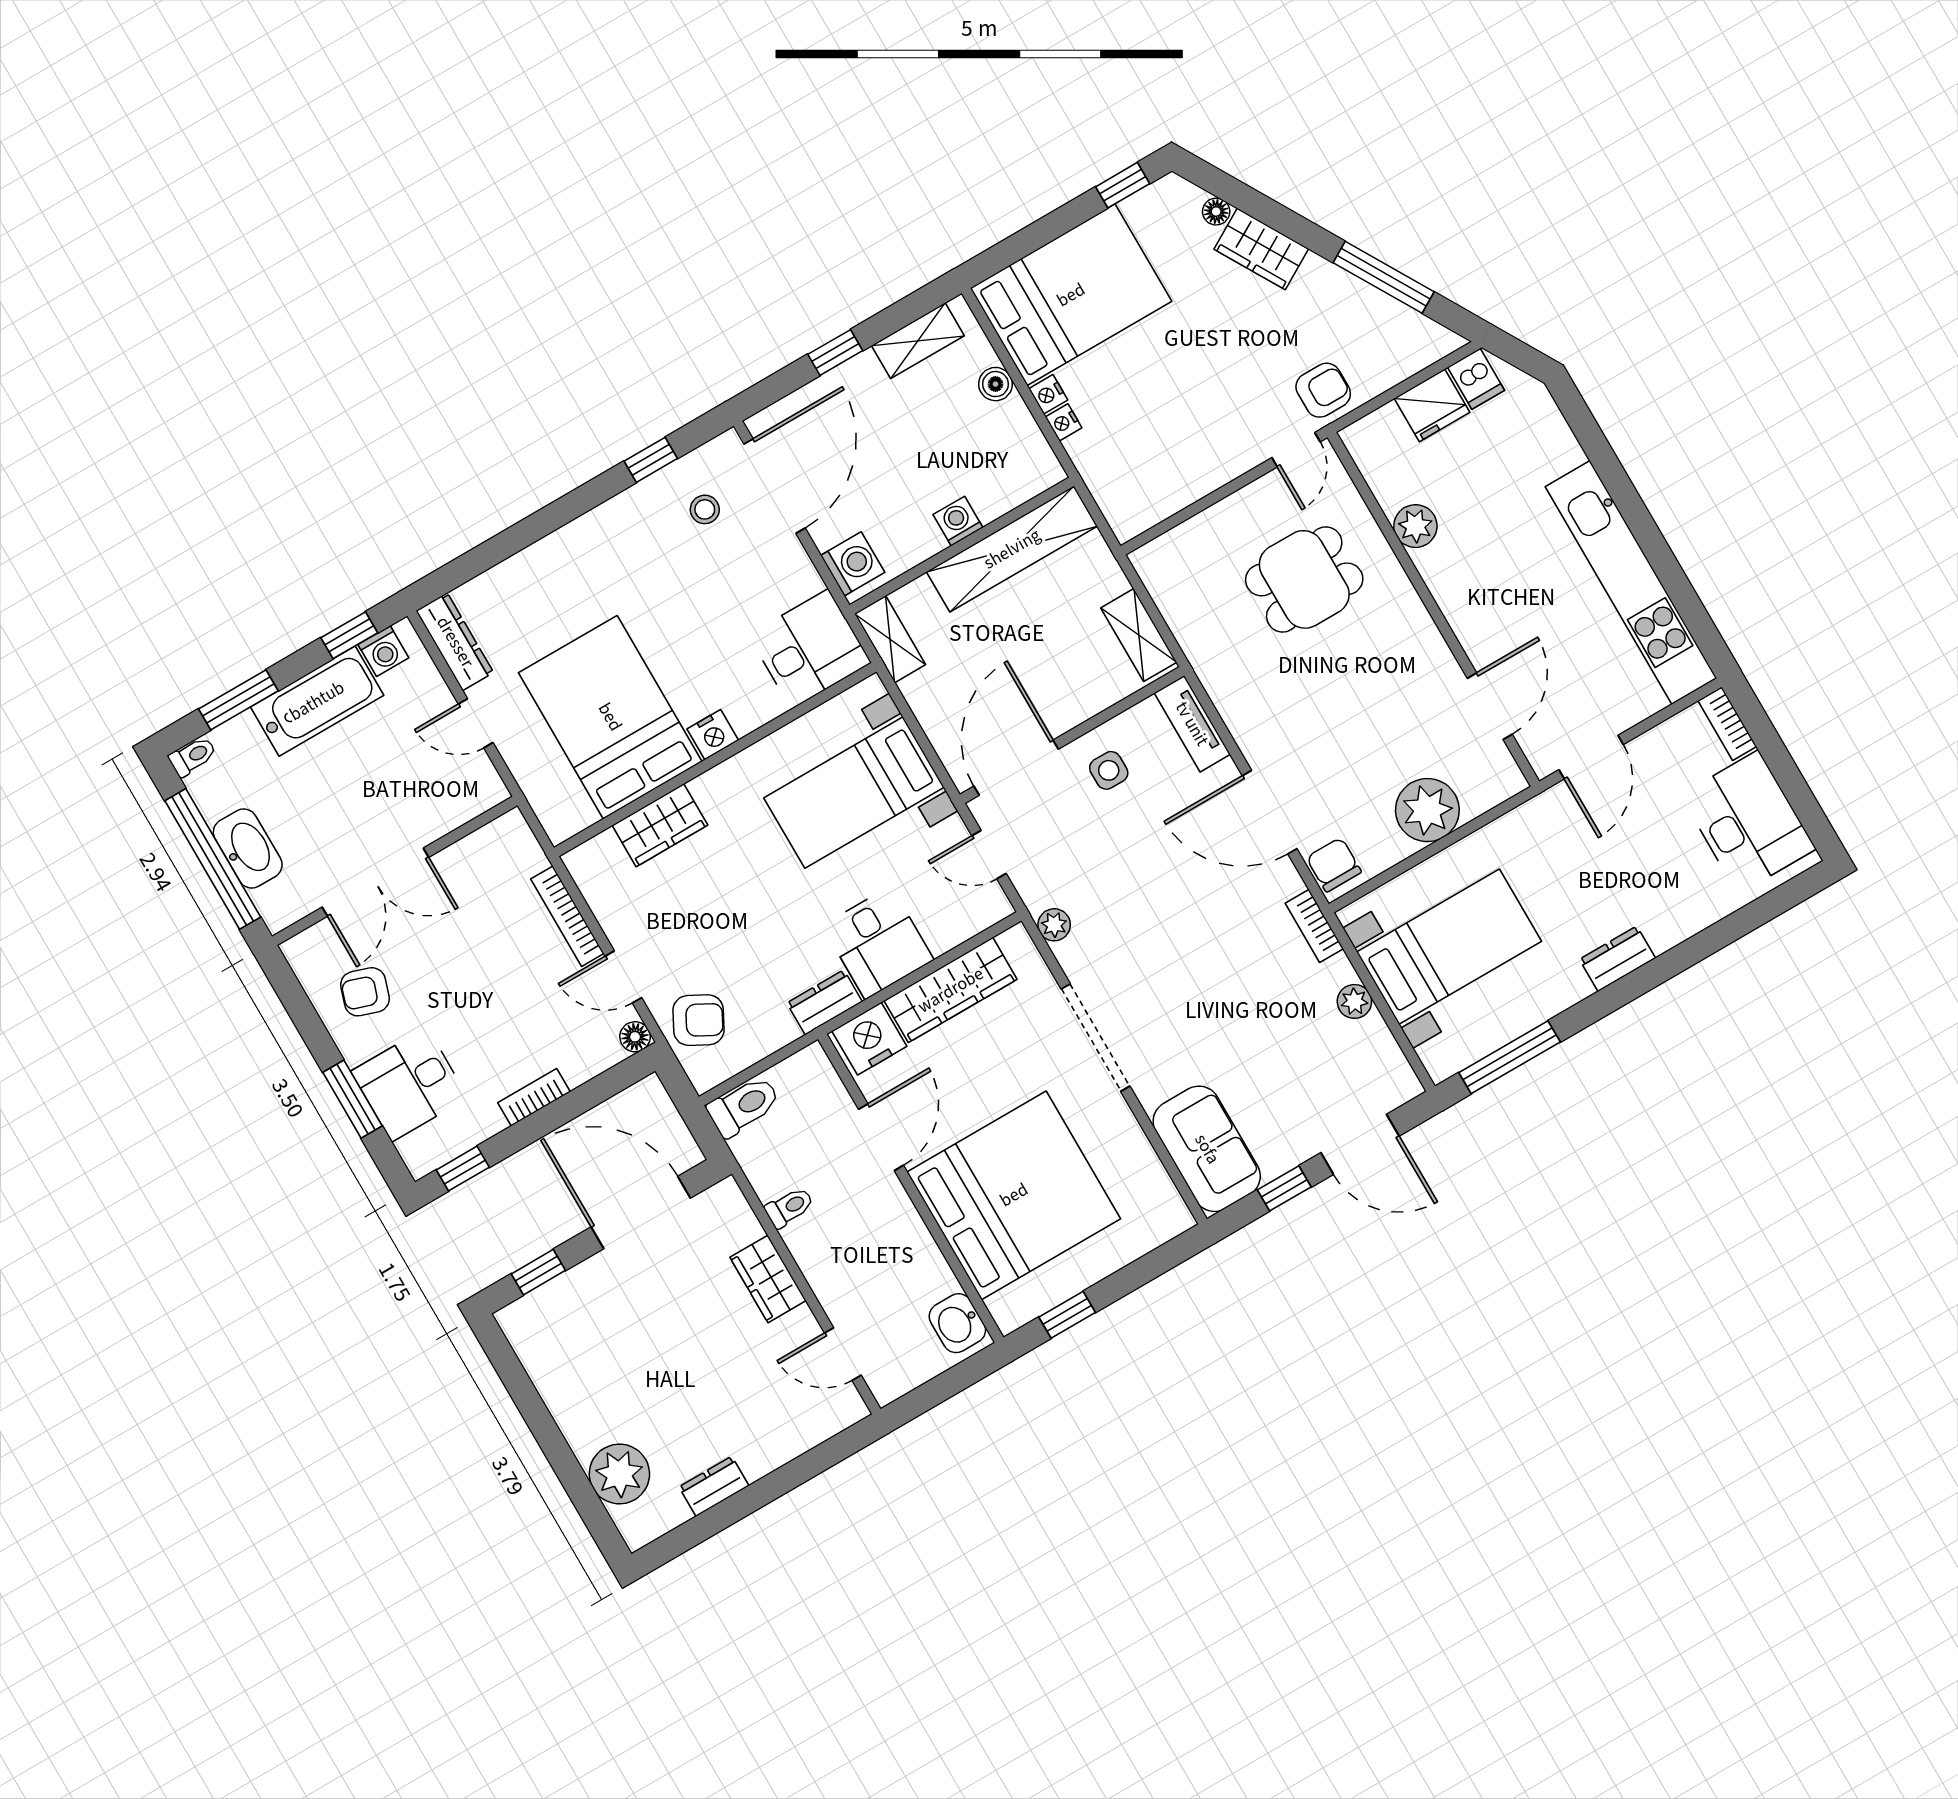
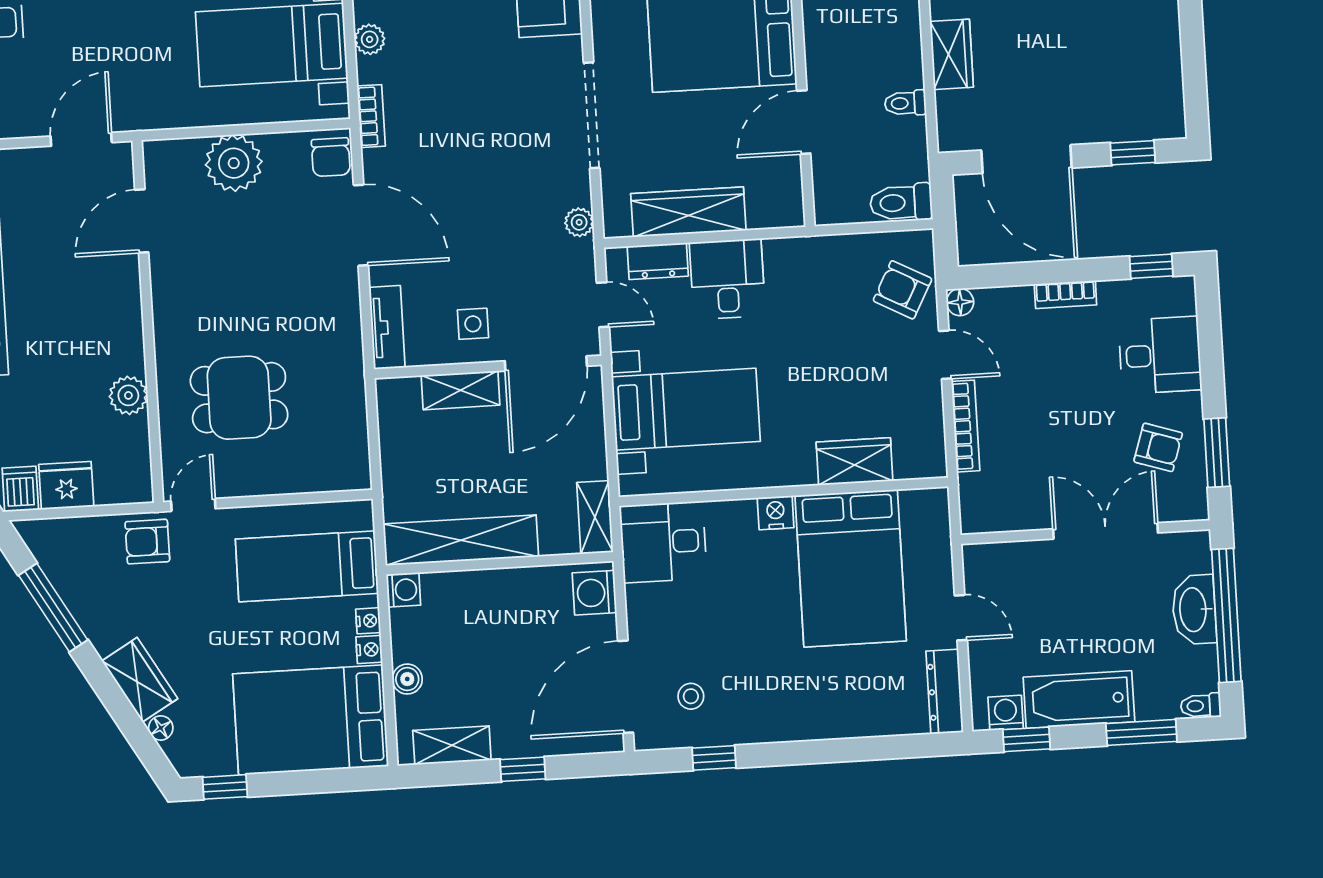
bed: (1152, 446) -> (307, 566), added
washing machine: (958, 521) -> (403, 590), moved, turned -90
shelving: (1139, 635) -> (460, 390), moved, turned 90
dresser: (824, 1002) -> (658, 261), moved
nightstand: (869, 1039) -> (773, 206), removed
window: (352, 1099) -> (1217, 453), moved

